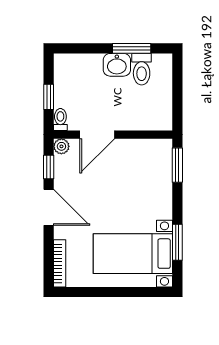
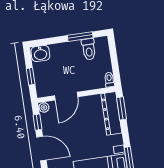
washbasin: (117, 65) -> (40, 54), moved
toilet: (60, 119) -> (109, 80), moved
dresser: (161, 170) -> (111, 113), added

